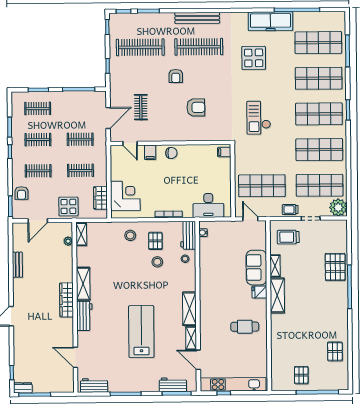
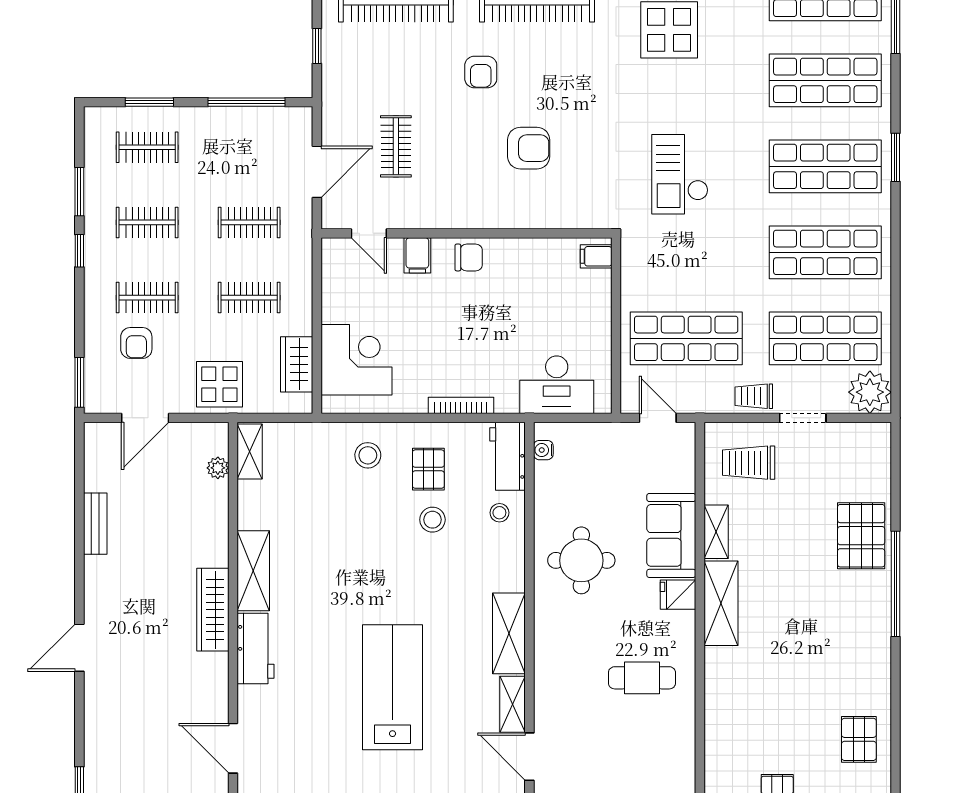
armchair: (21, 193) -> (136, 343), moved
round table: (219, 278) -> (581, 560), added

